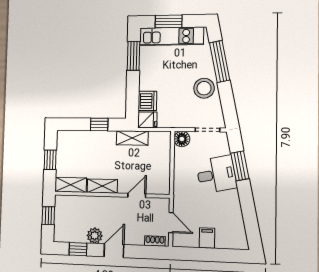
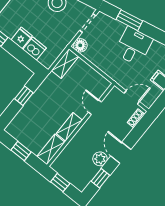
fridge: (147, 120) -> (22, 38), moved
shelving: (132, 138) -> (65, 64), moved
desk: (216, 174) -> (134, 46), moved

